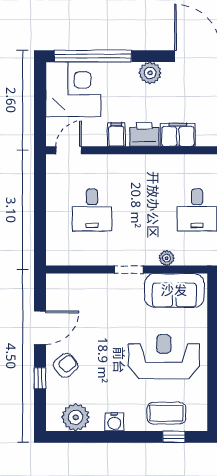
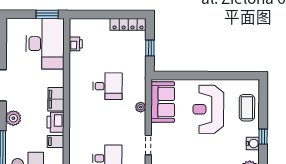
doorway: (129, 270) -> (148, 145), moved
window: (174, 437) -> (263, 137), moved

